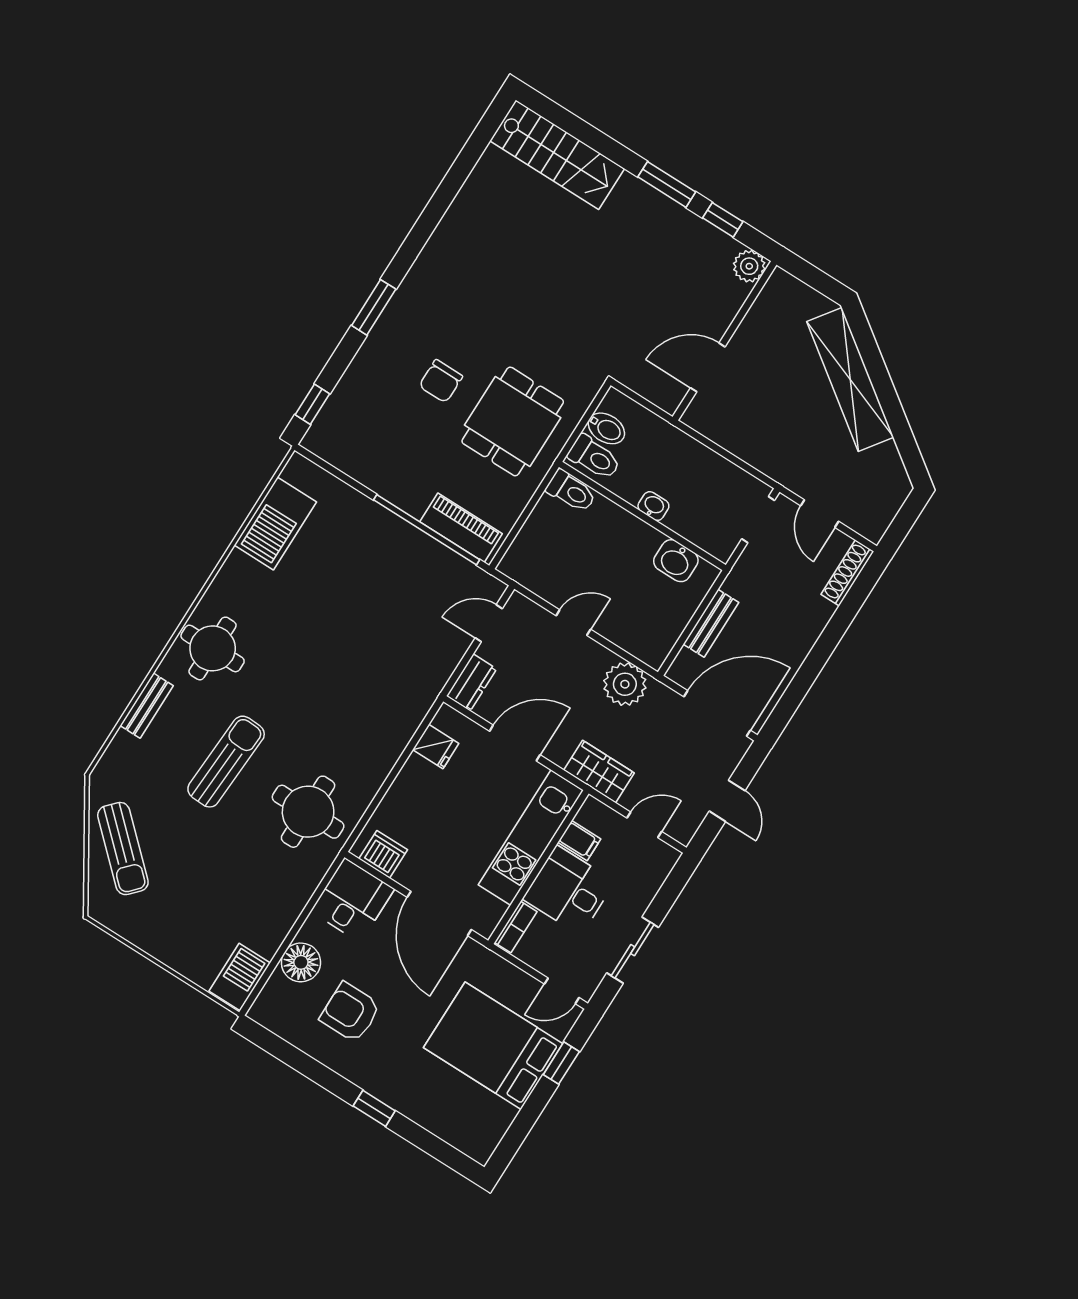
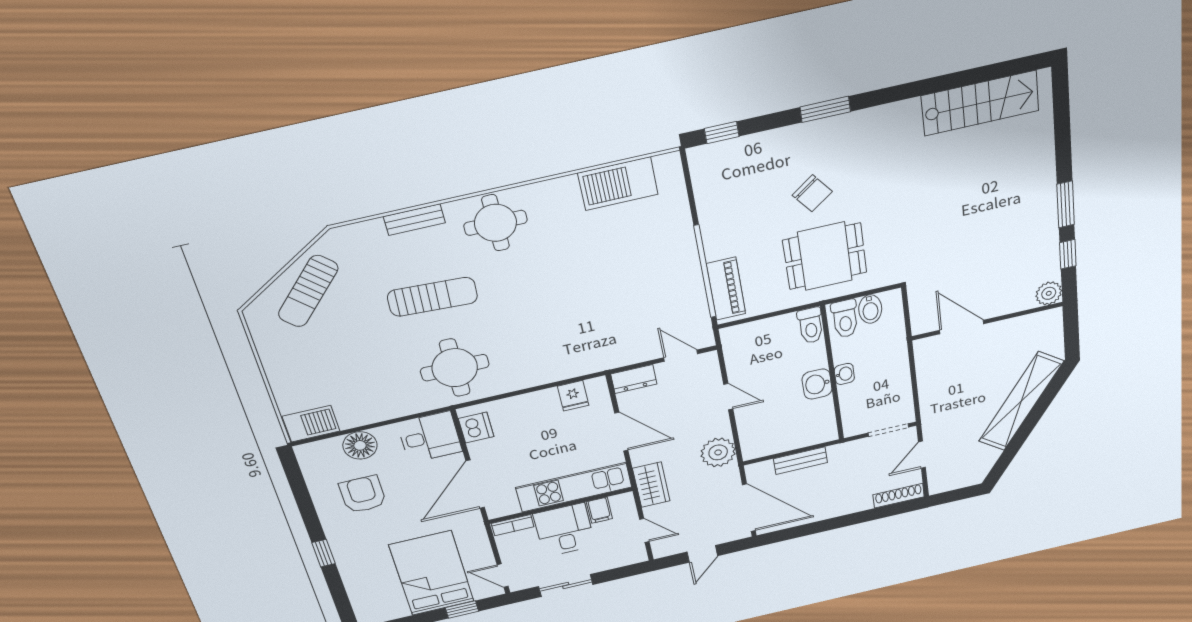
stairs: (557, 155) -> (980, 103), moved, turned -90
chair: (441, 381) -> (812, 193), turned -127
washbasin: (676, 561) -> (817, 384), moved

